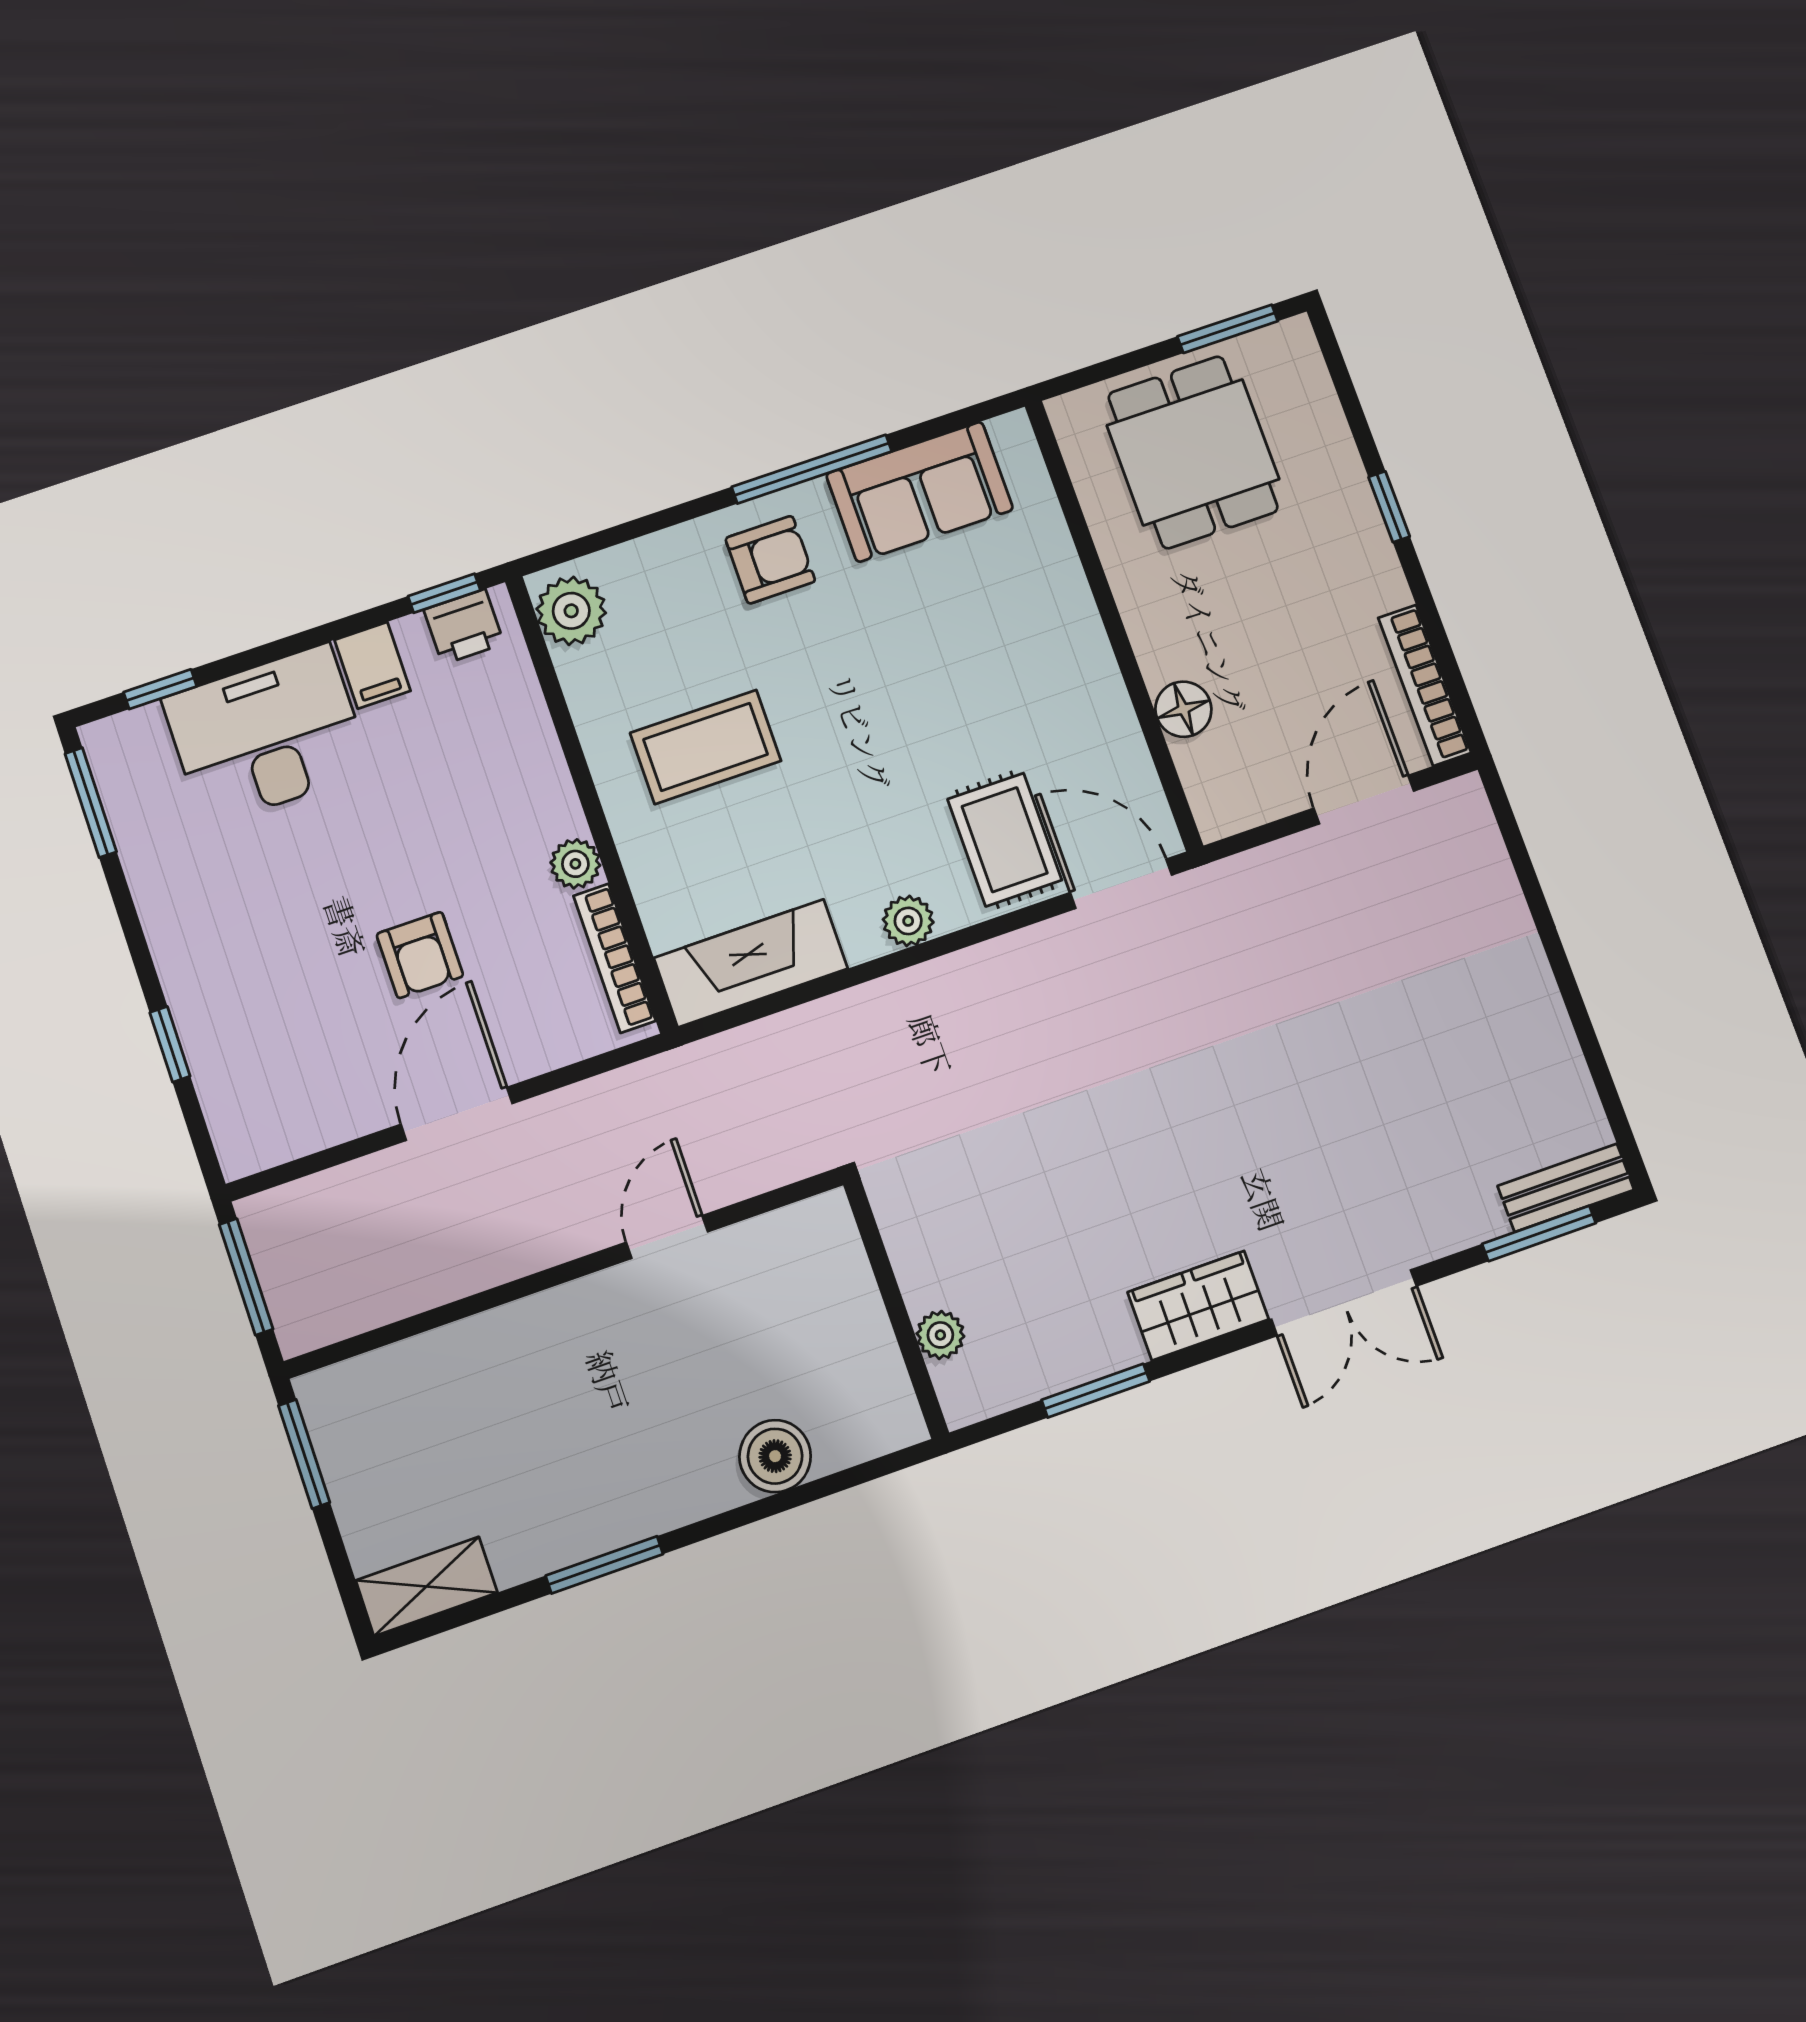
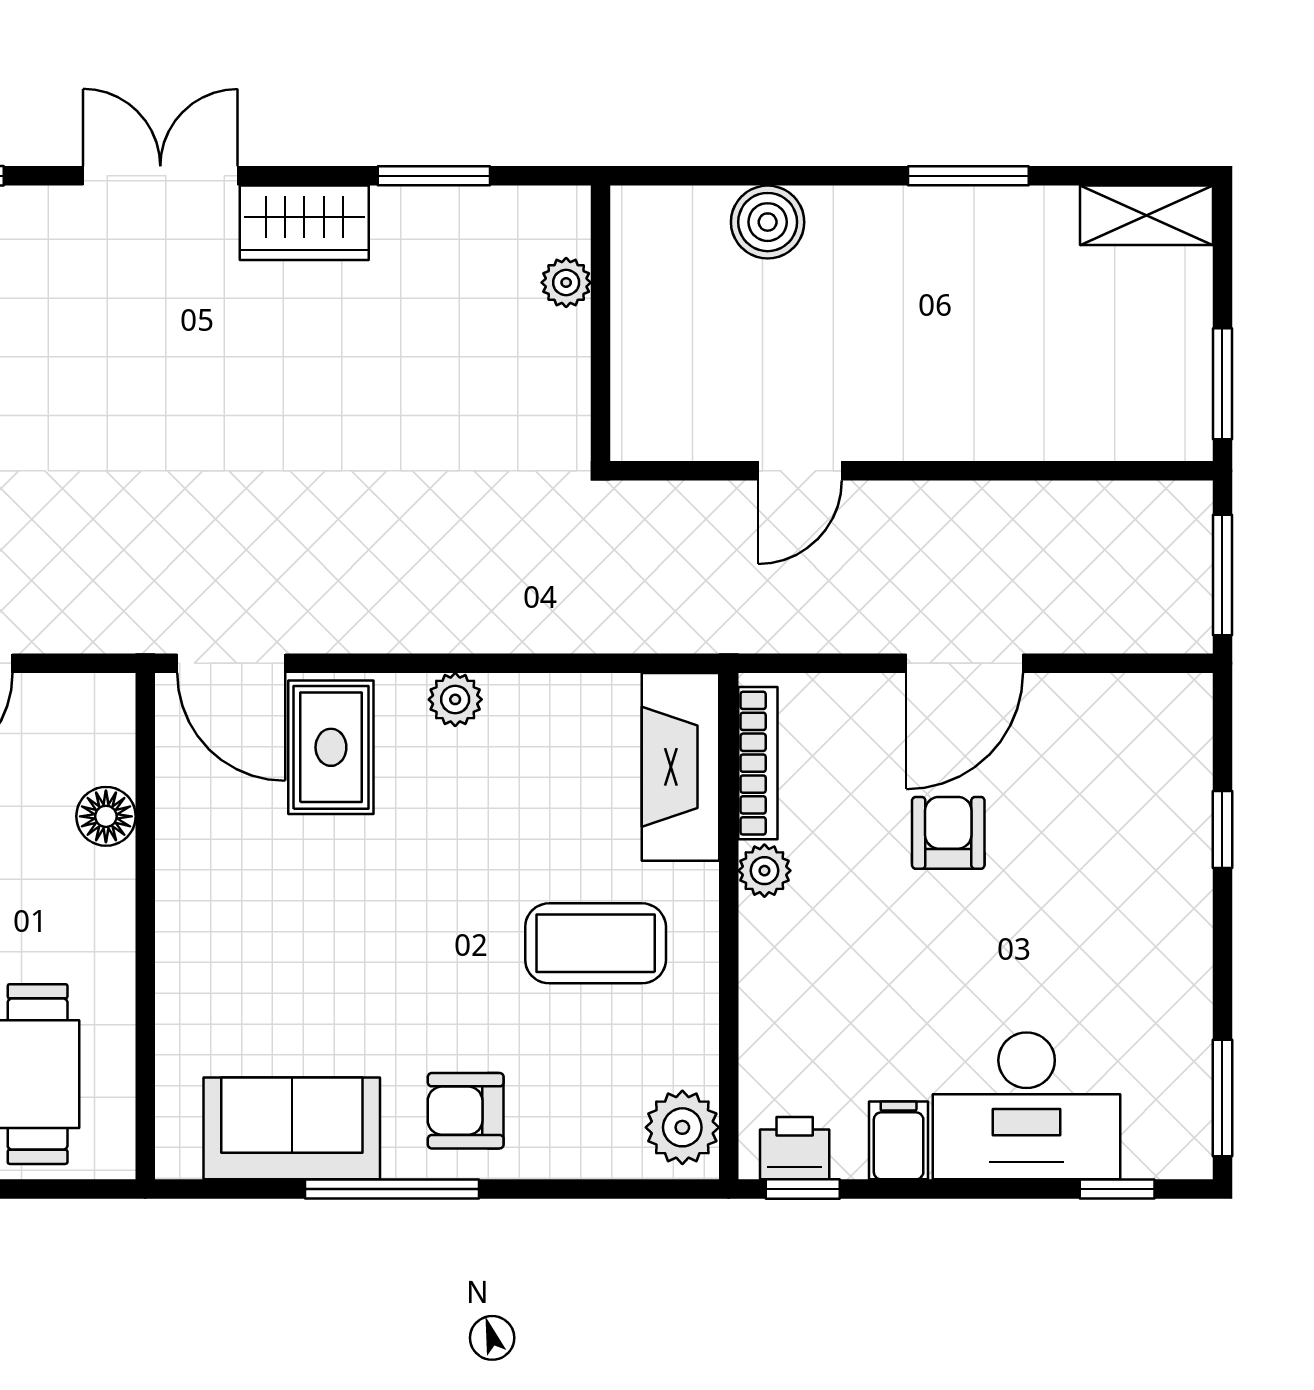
fireplace: (751, 963) -> (680, 767), moved, turned 90

